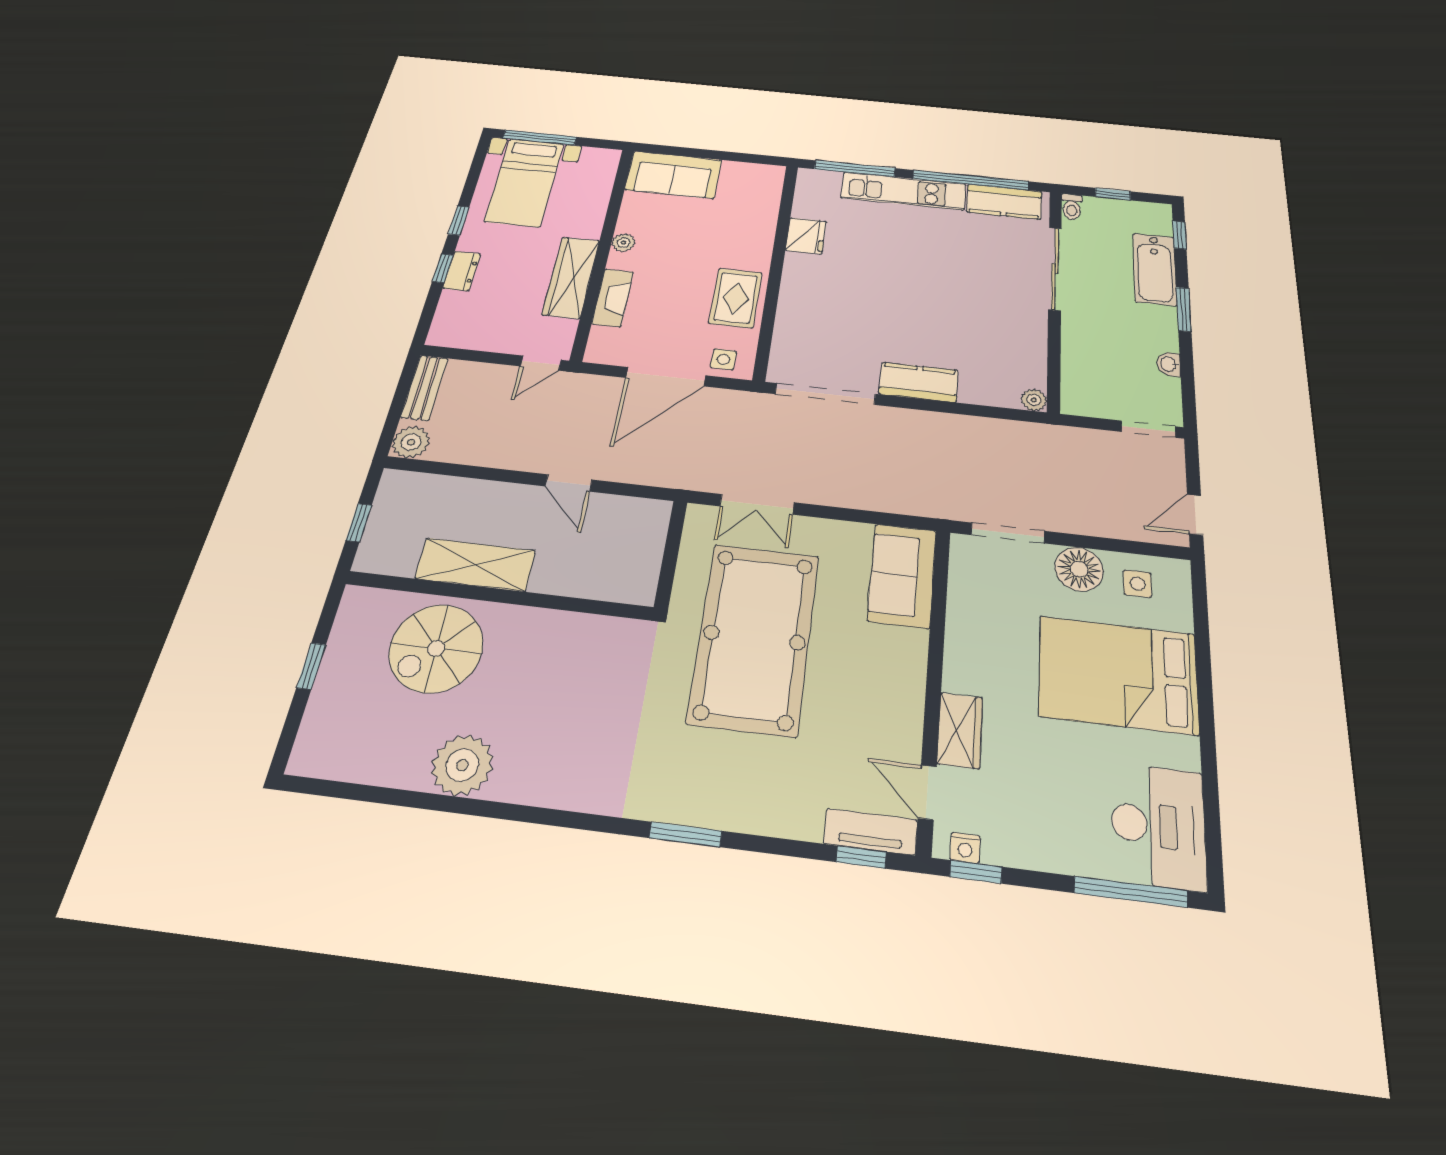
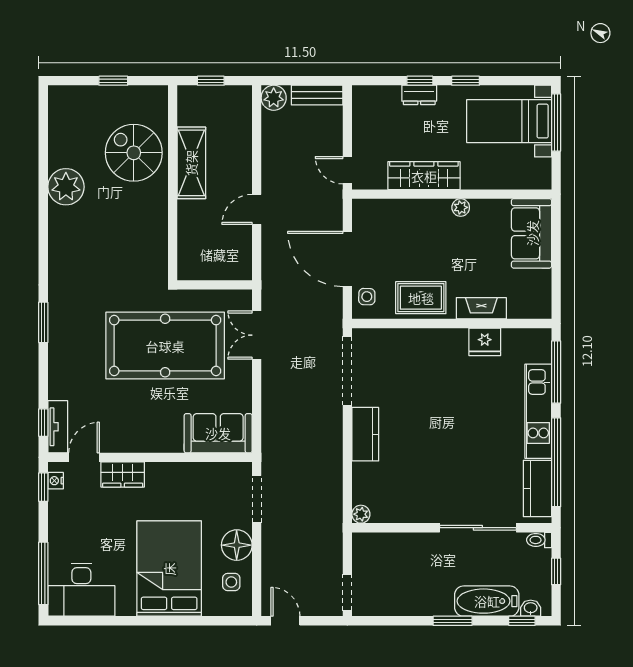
fireplace: (613, 298) -> (481, 308), moved, turned 180
washbasin: (1169, 364) -> (531, 608), moved

